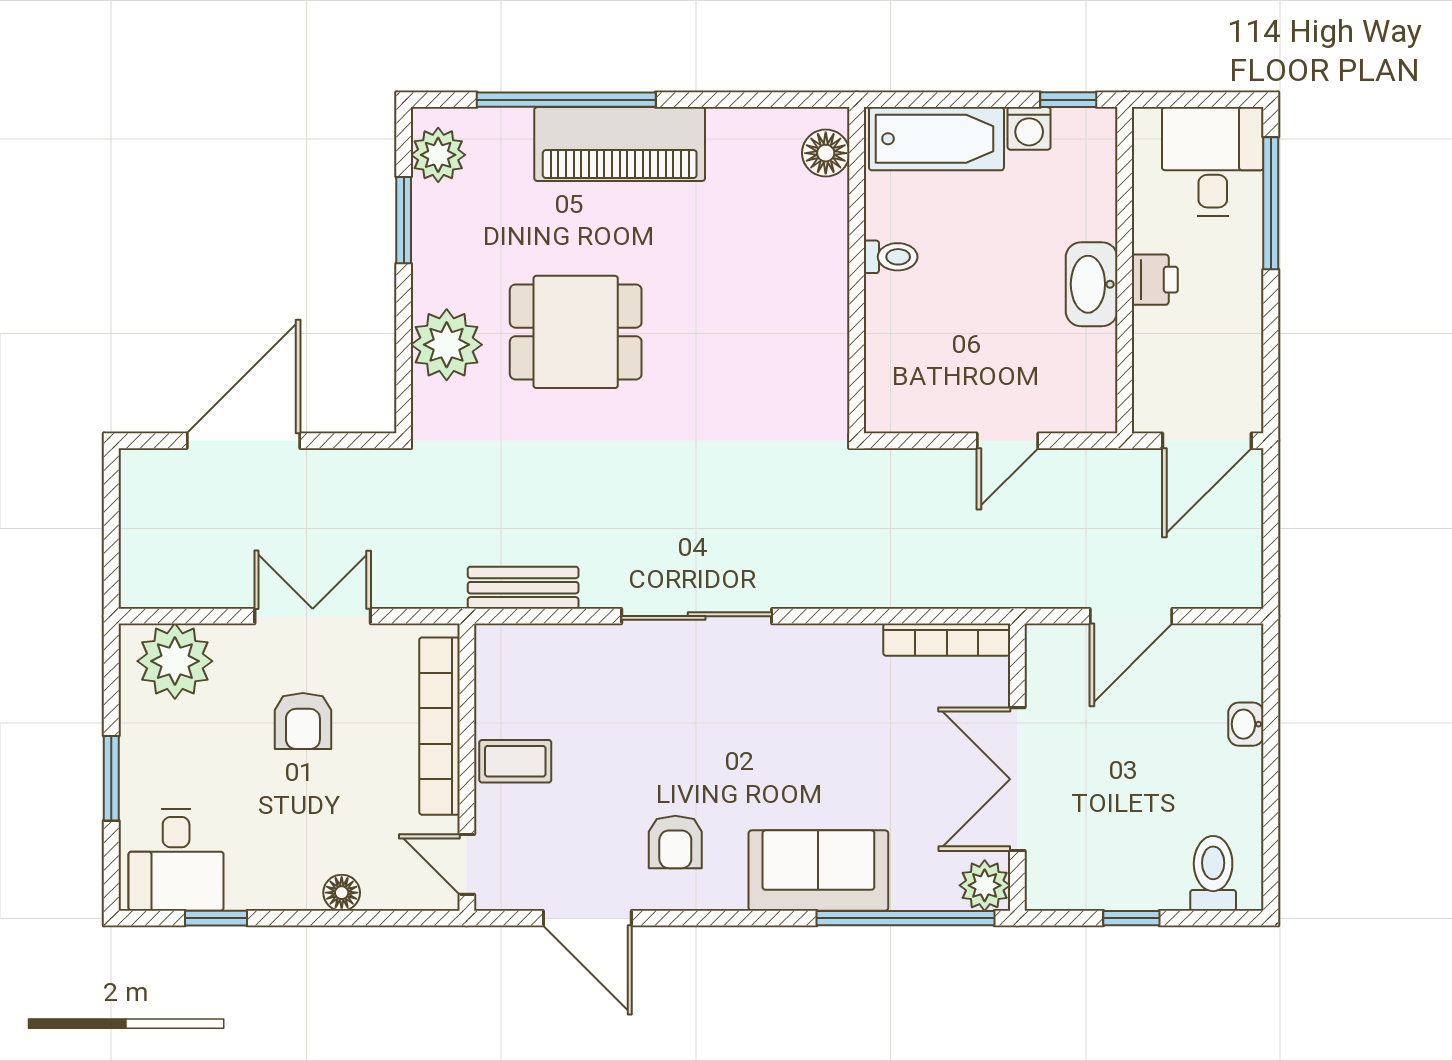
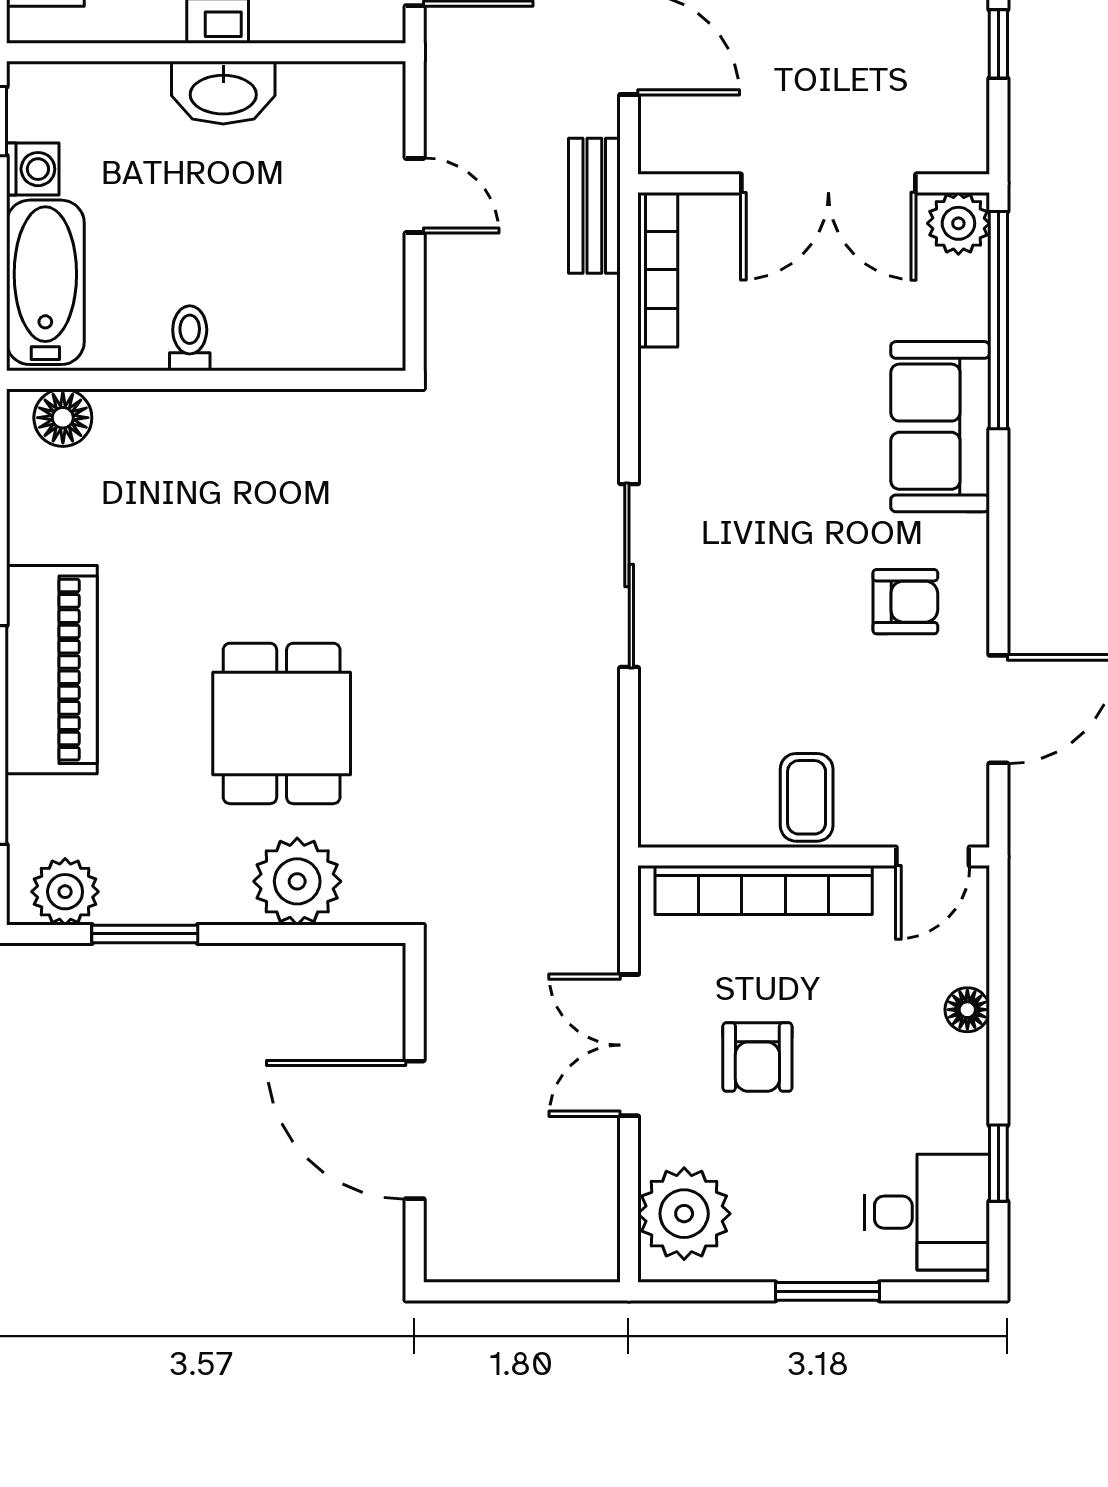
bench: (523, 588) -> (594, 206), moved
armchair: (303, 721) -> (757, 1057), turned 90

